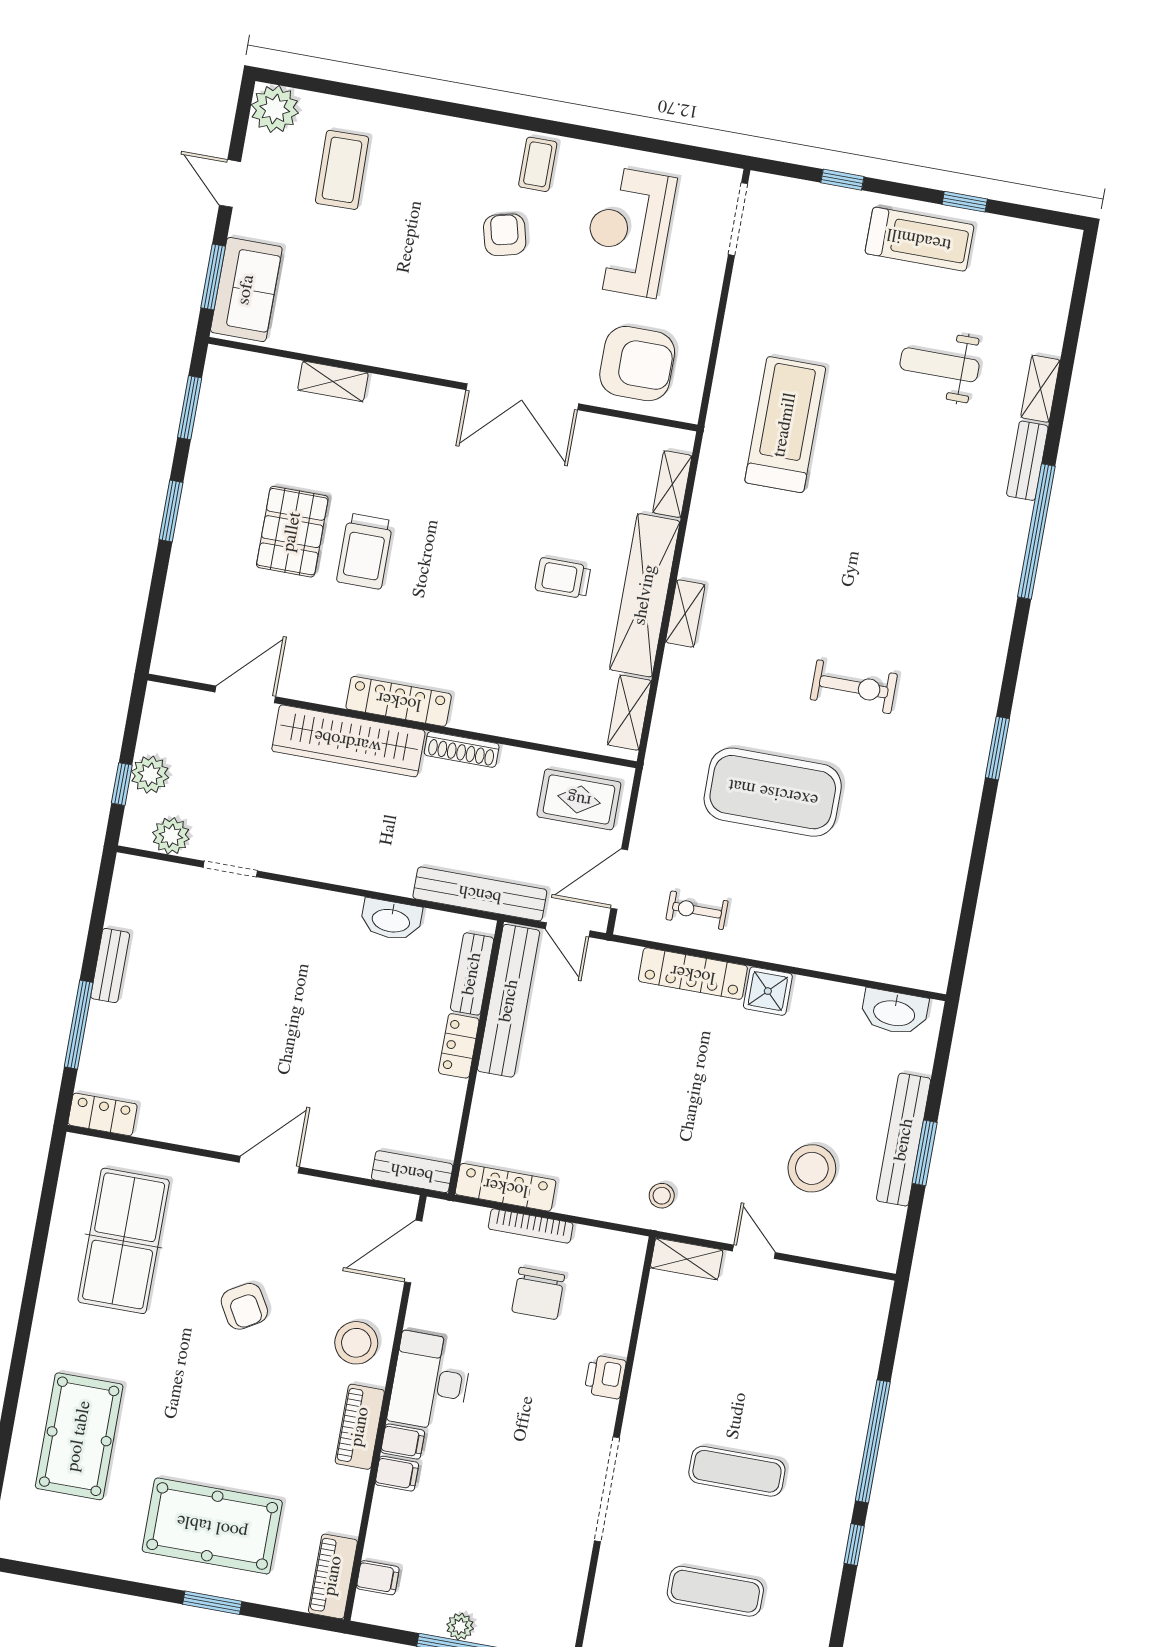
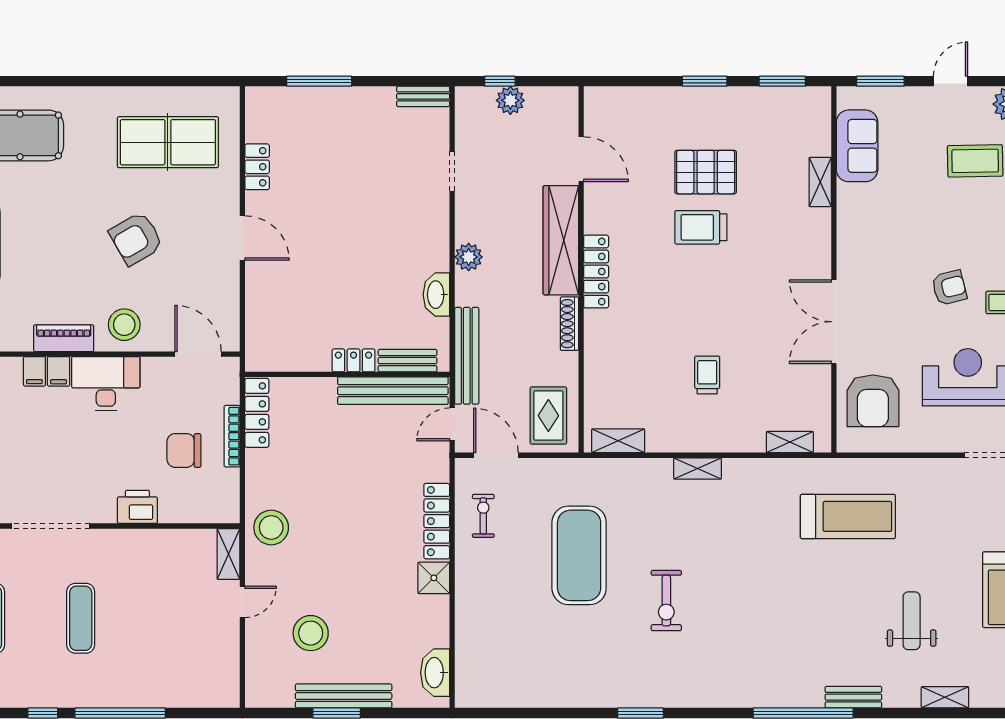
sofa: (246, 290) -> (857, 146), moved, turned -90
shelving: (1040, 389) -> (945, 697), moved
shelving: (645, 595) -> (705, 437), removed
plant: (171, 836) -> (469, 257), moved
bench: (110, 965) -> (423, 96), moved
locker: (103, 1114) -> (257, 167), moved
bench: (412, 1172) -> (256, 343), removed
stool: (662, 1196) -> (271, 527), width x1.89, depth x1.89
armchair: (244, 1306) -> (136, 239), width x1.38, depth x1.38
printer: (605, 1377) -> (137, 507), width x1.36, depth x1.24

